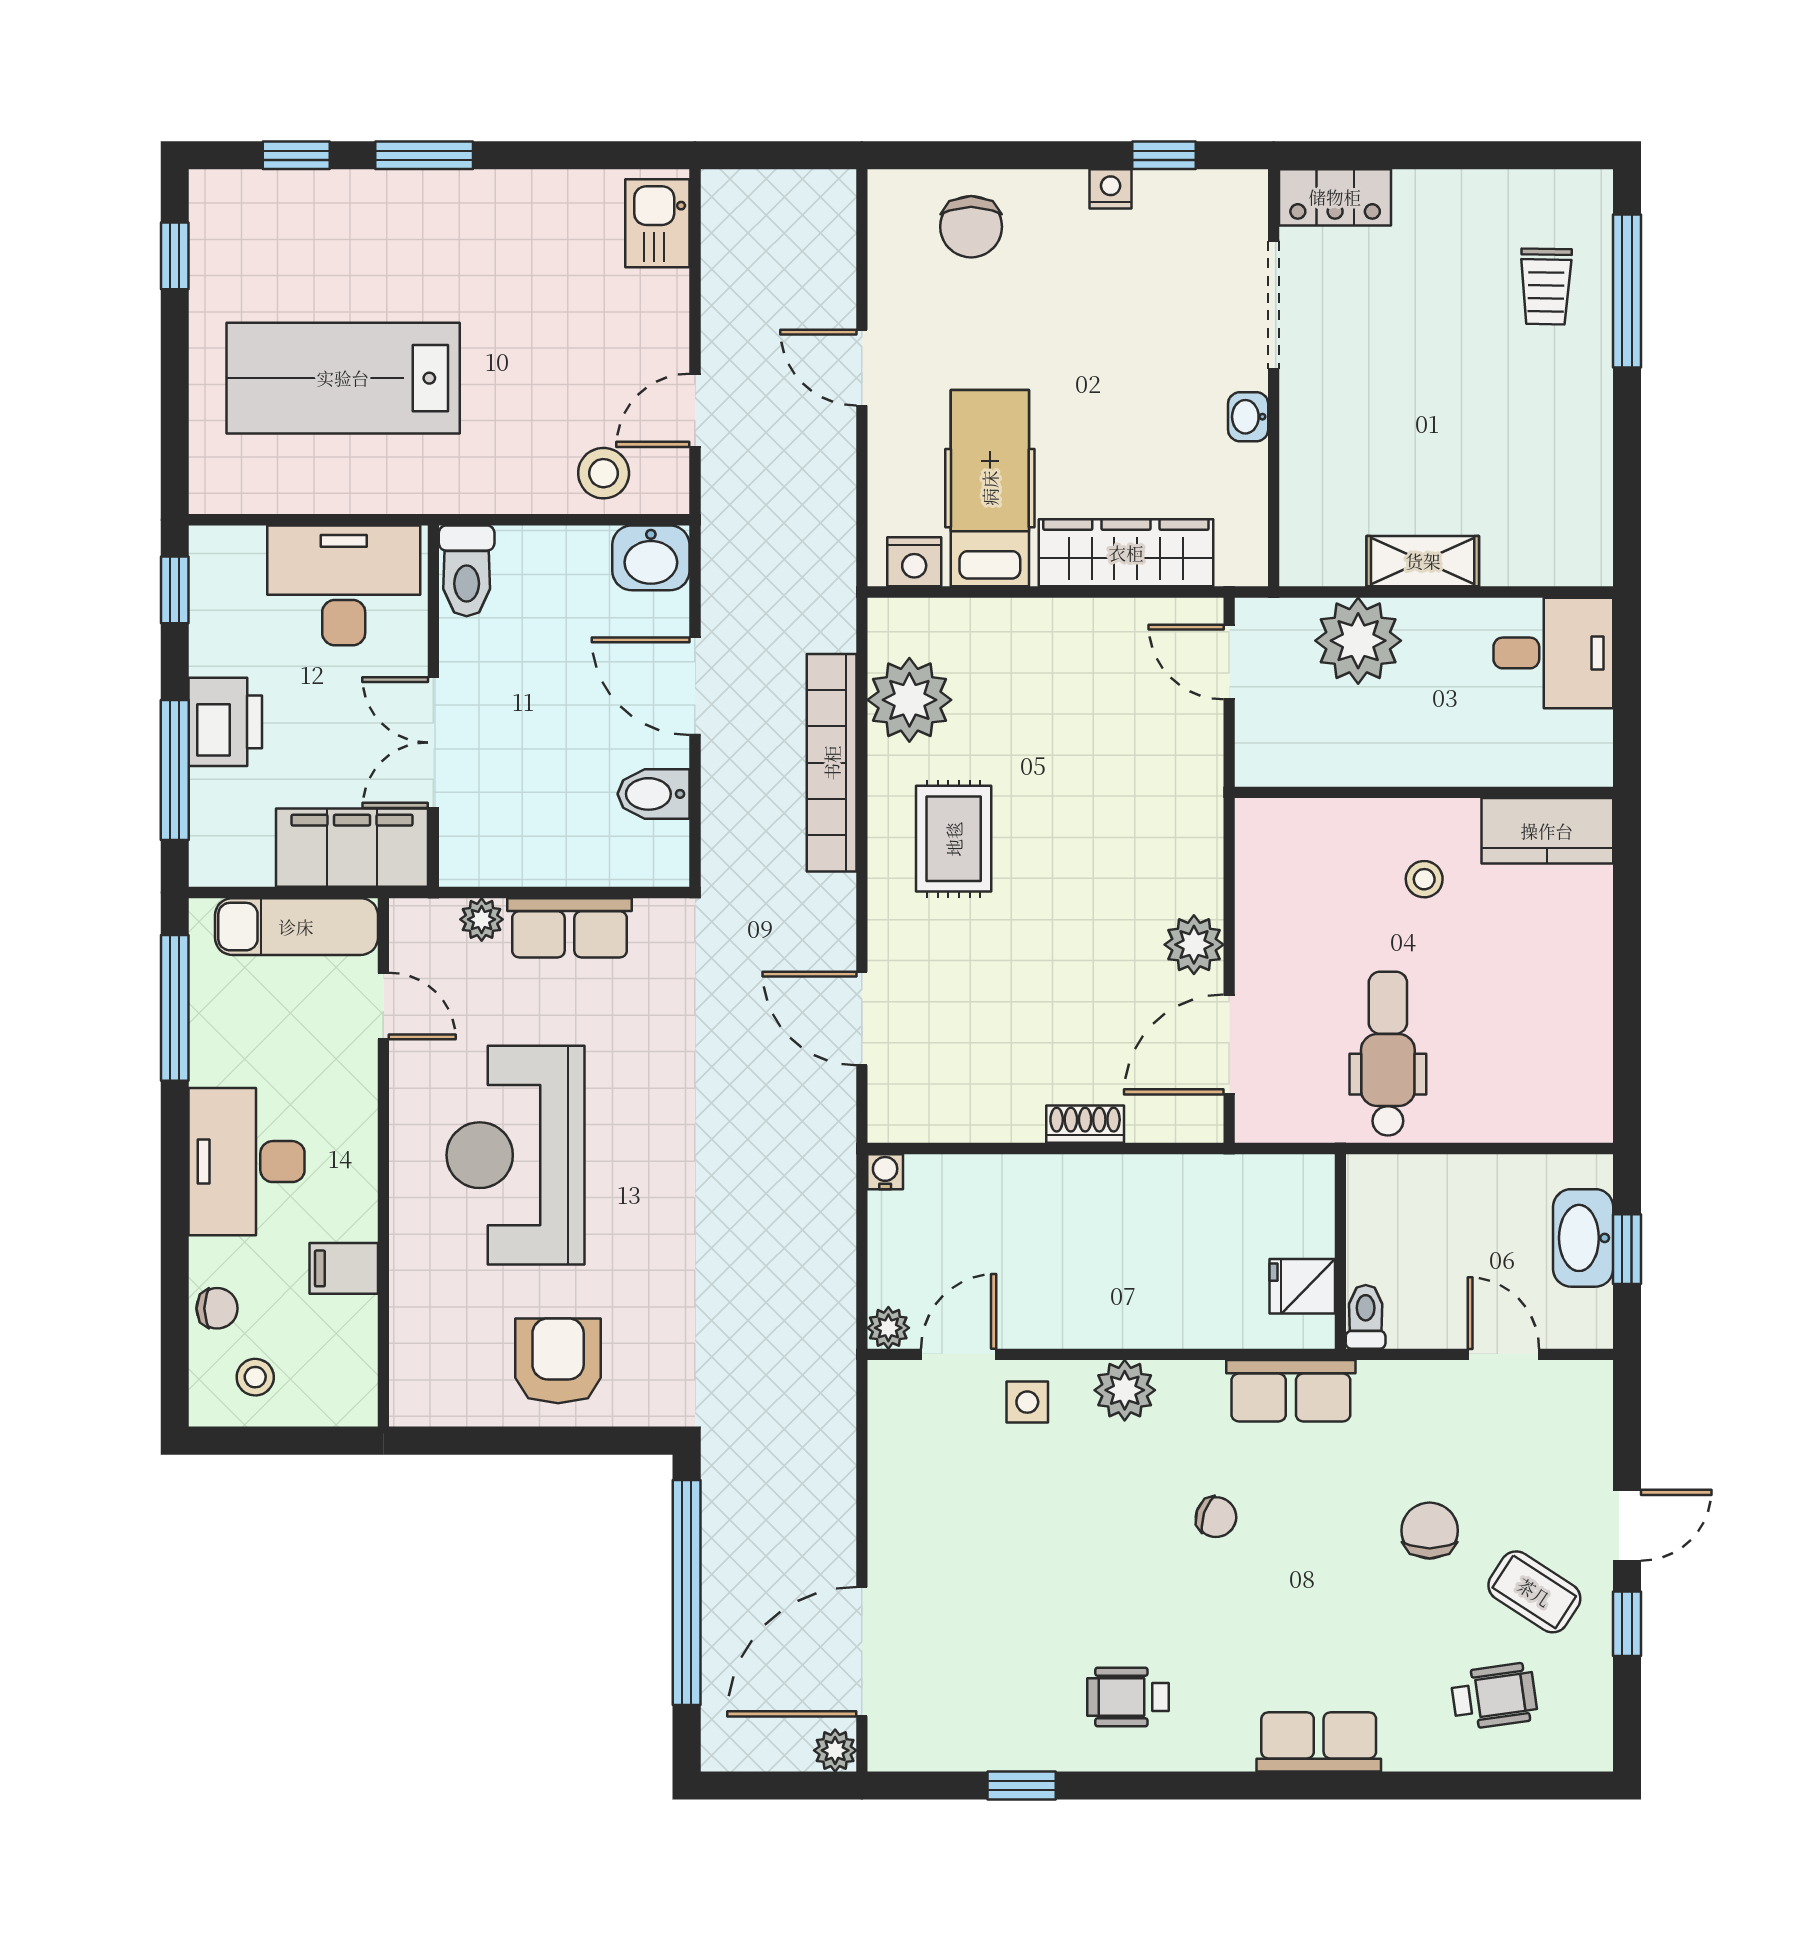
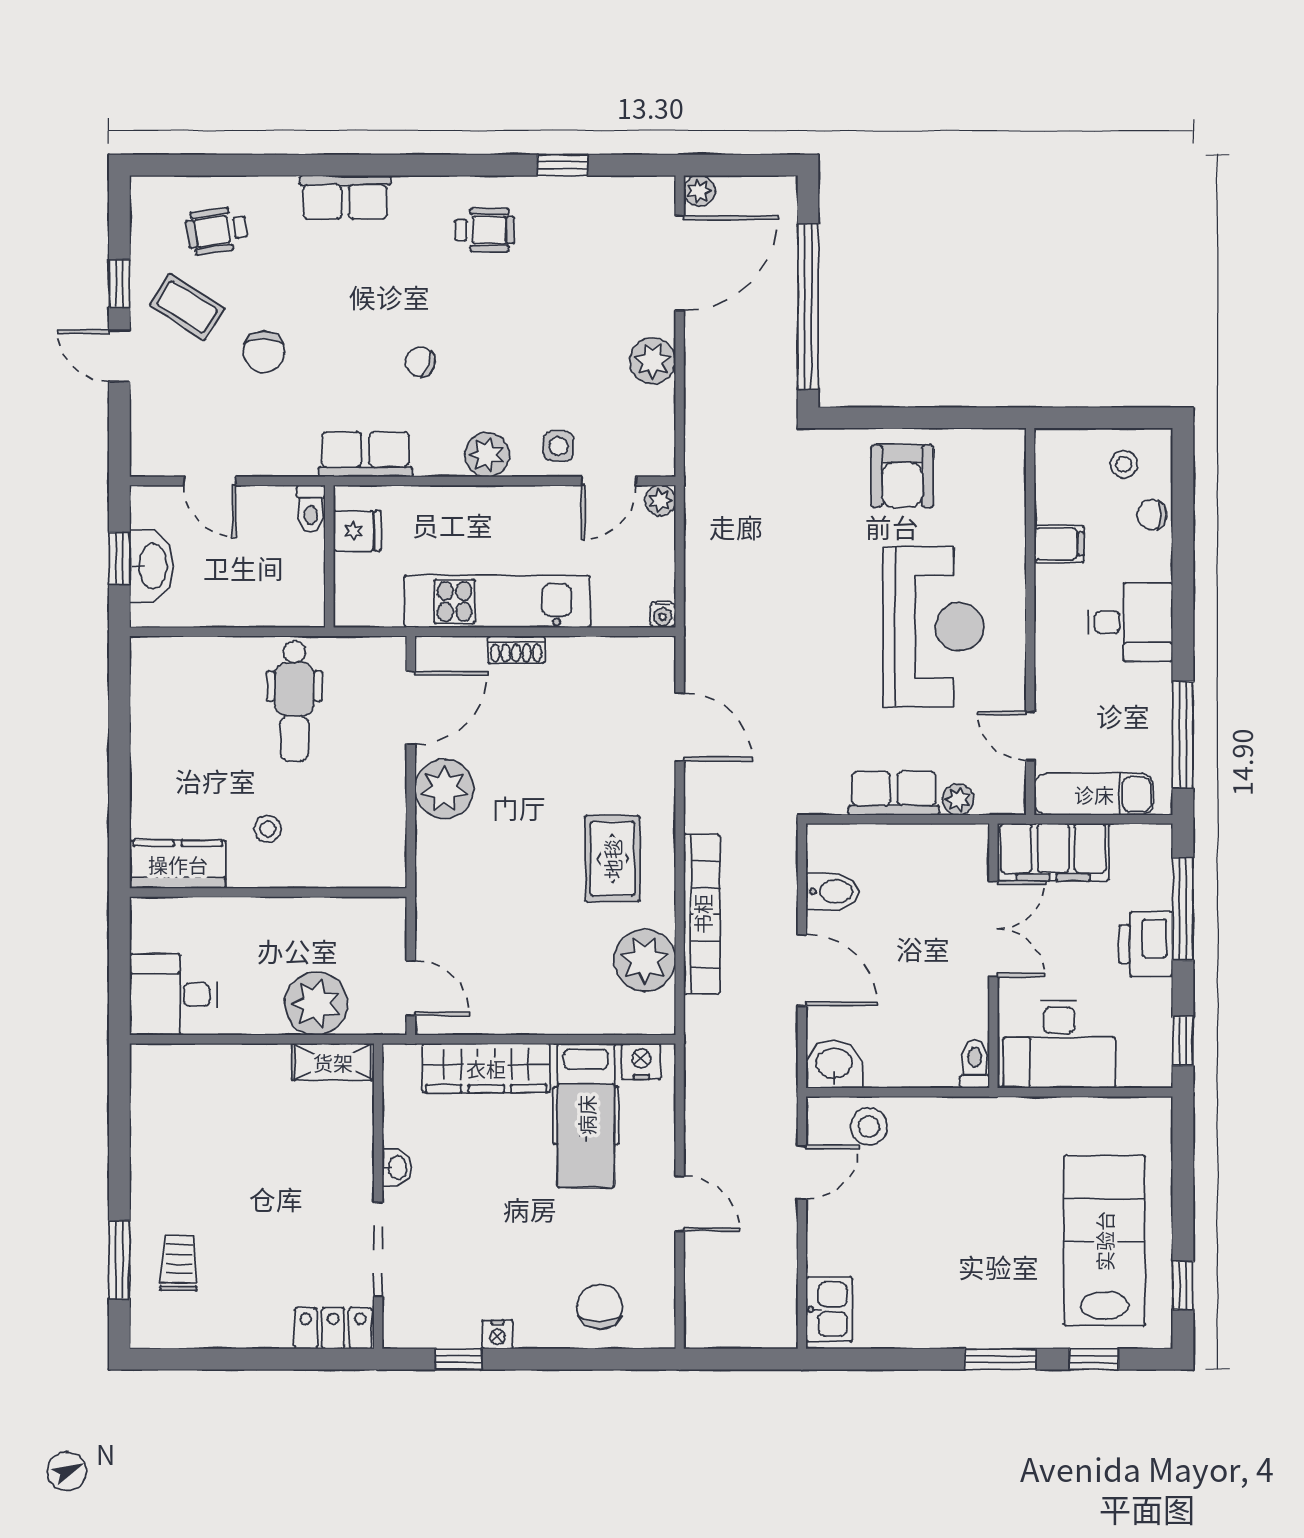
window: (1627, 291) -> (119, 1260), width x0.69
lab bench: (343, 378) -> (1104, 1241), moved, turned -90
shelving: (1423, 561) -> (333, 1062), moved
toilet: (467, 571) -> (975, 1064), width x0.73, depth x0.72
plant: (1194, 945) -> (444, 789), width x1.36, depth x1.36
desk: (247, 1162) -> (1130, 622), width x0.73
kitchen unit: (1111, 1190) -> (497, 601), added
plant: (899, 1518) -> (653, 361), added
door: (1627, 1525) -> (119, 356), hinge flipped

